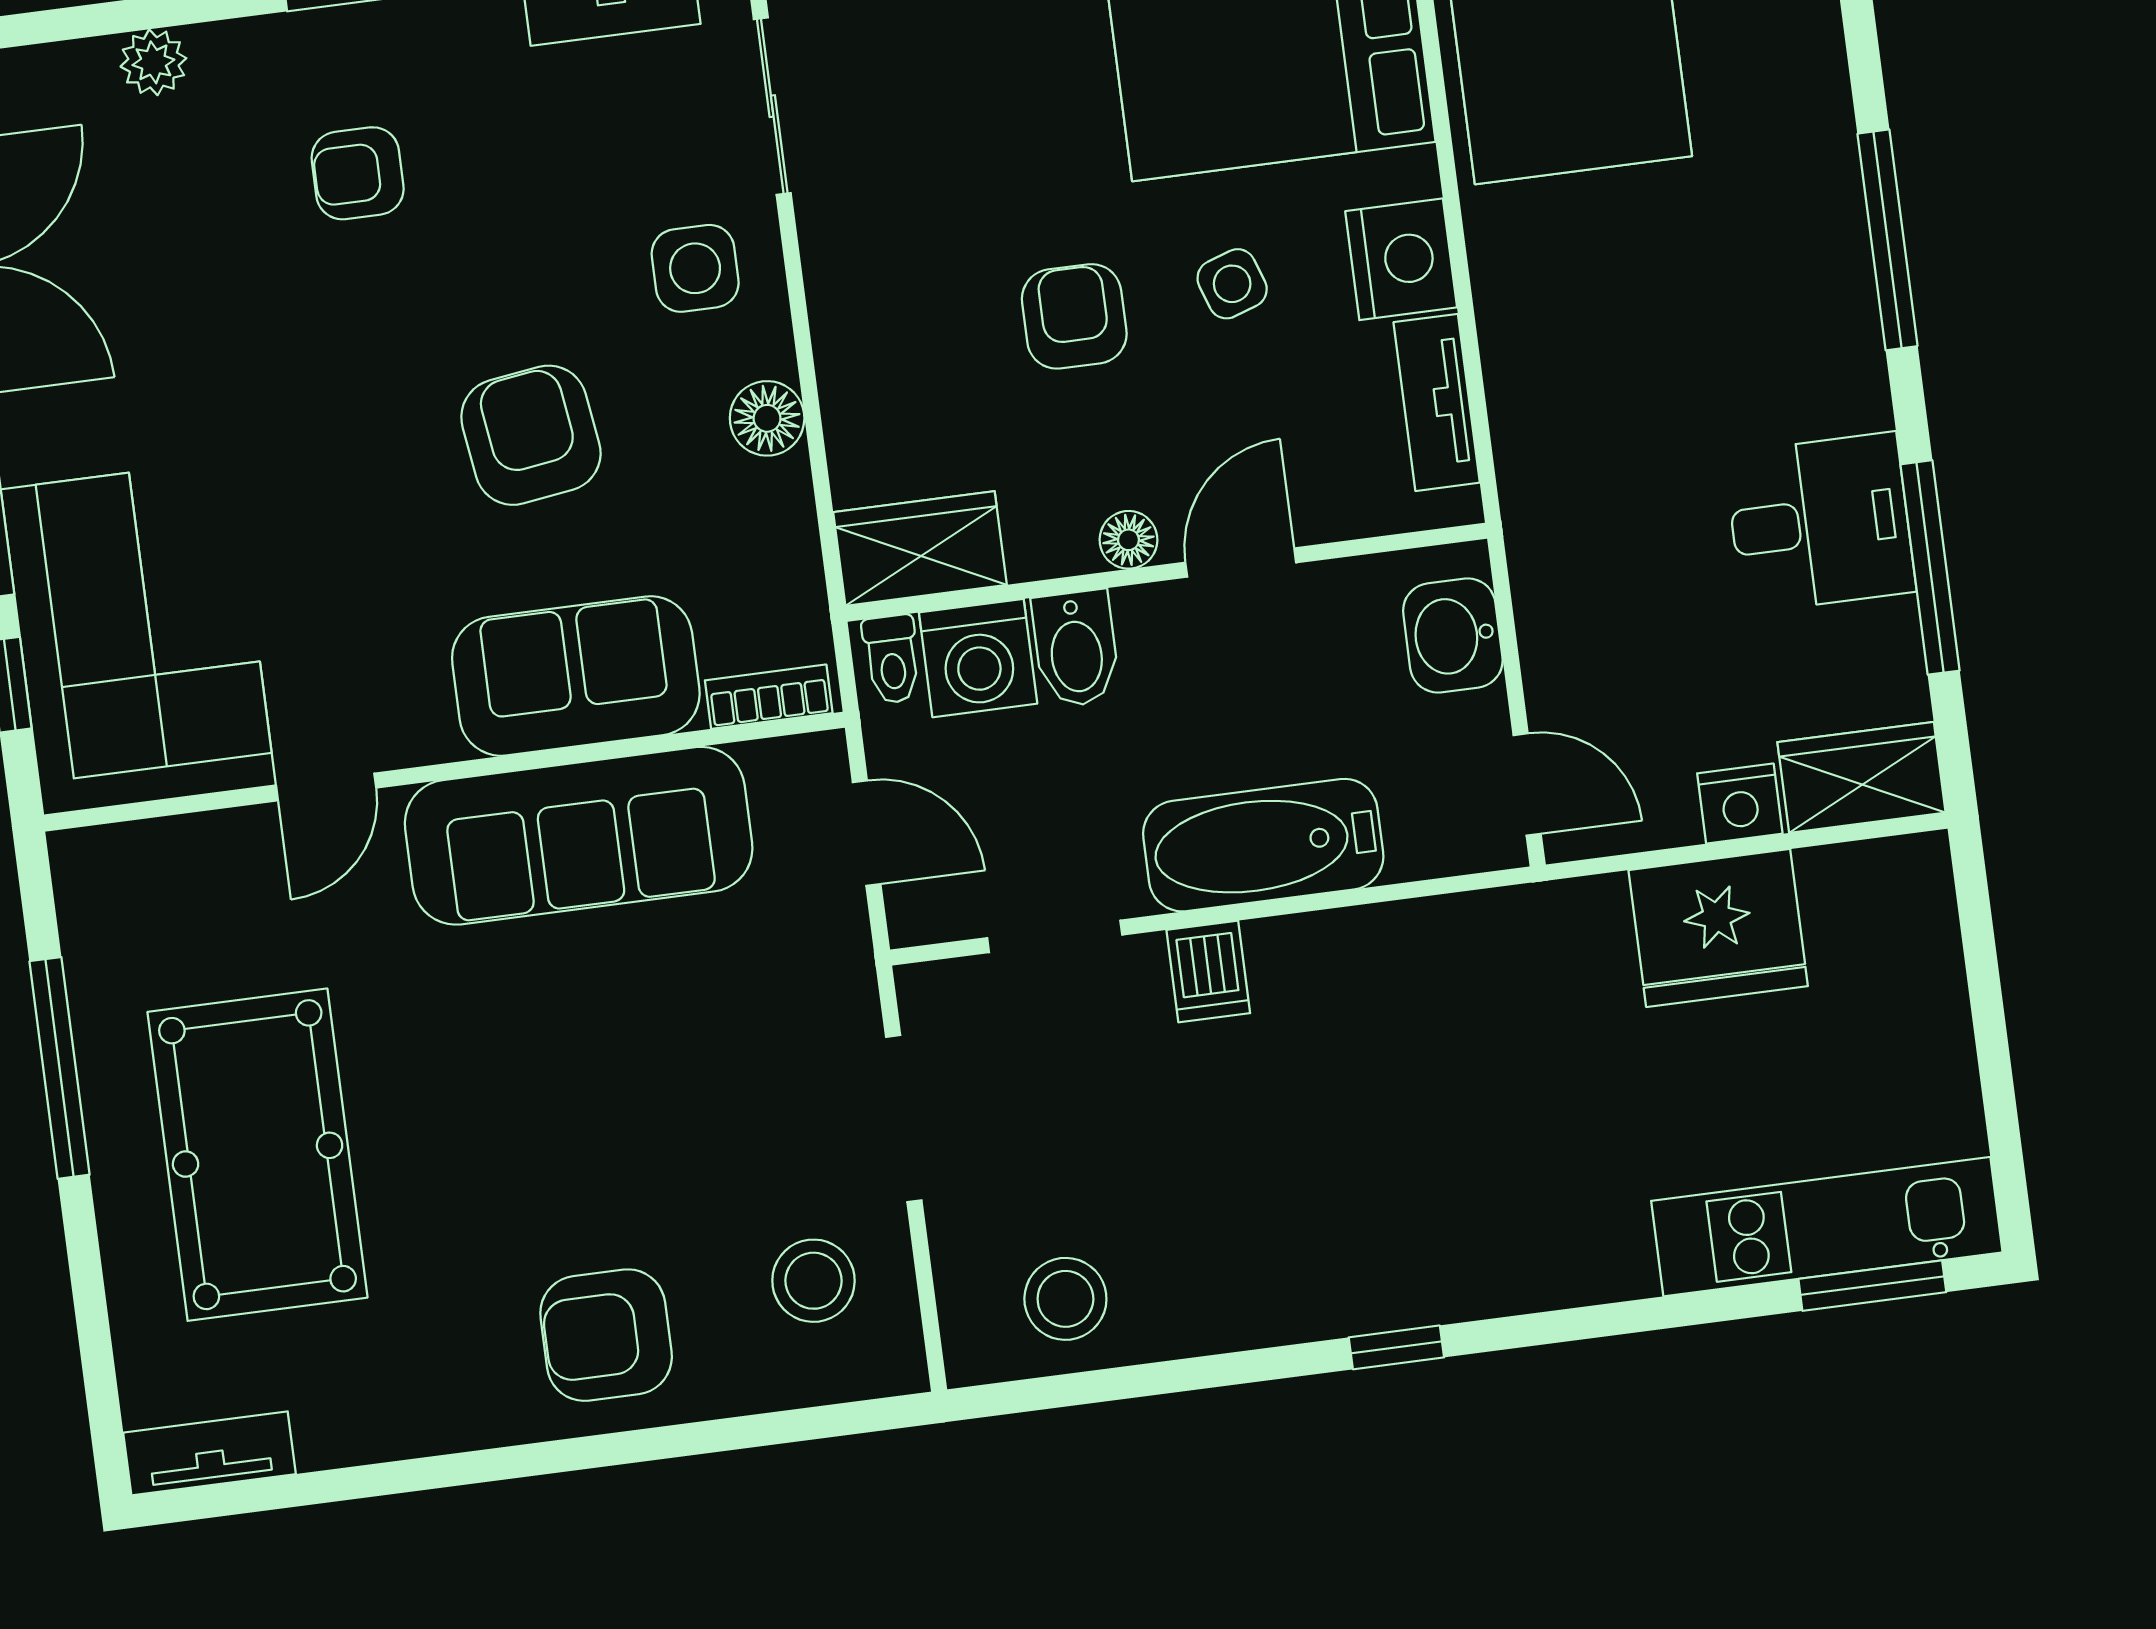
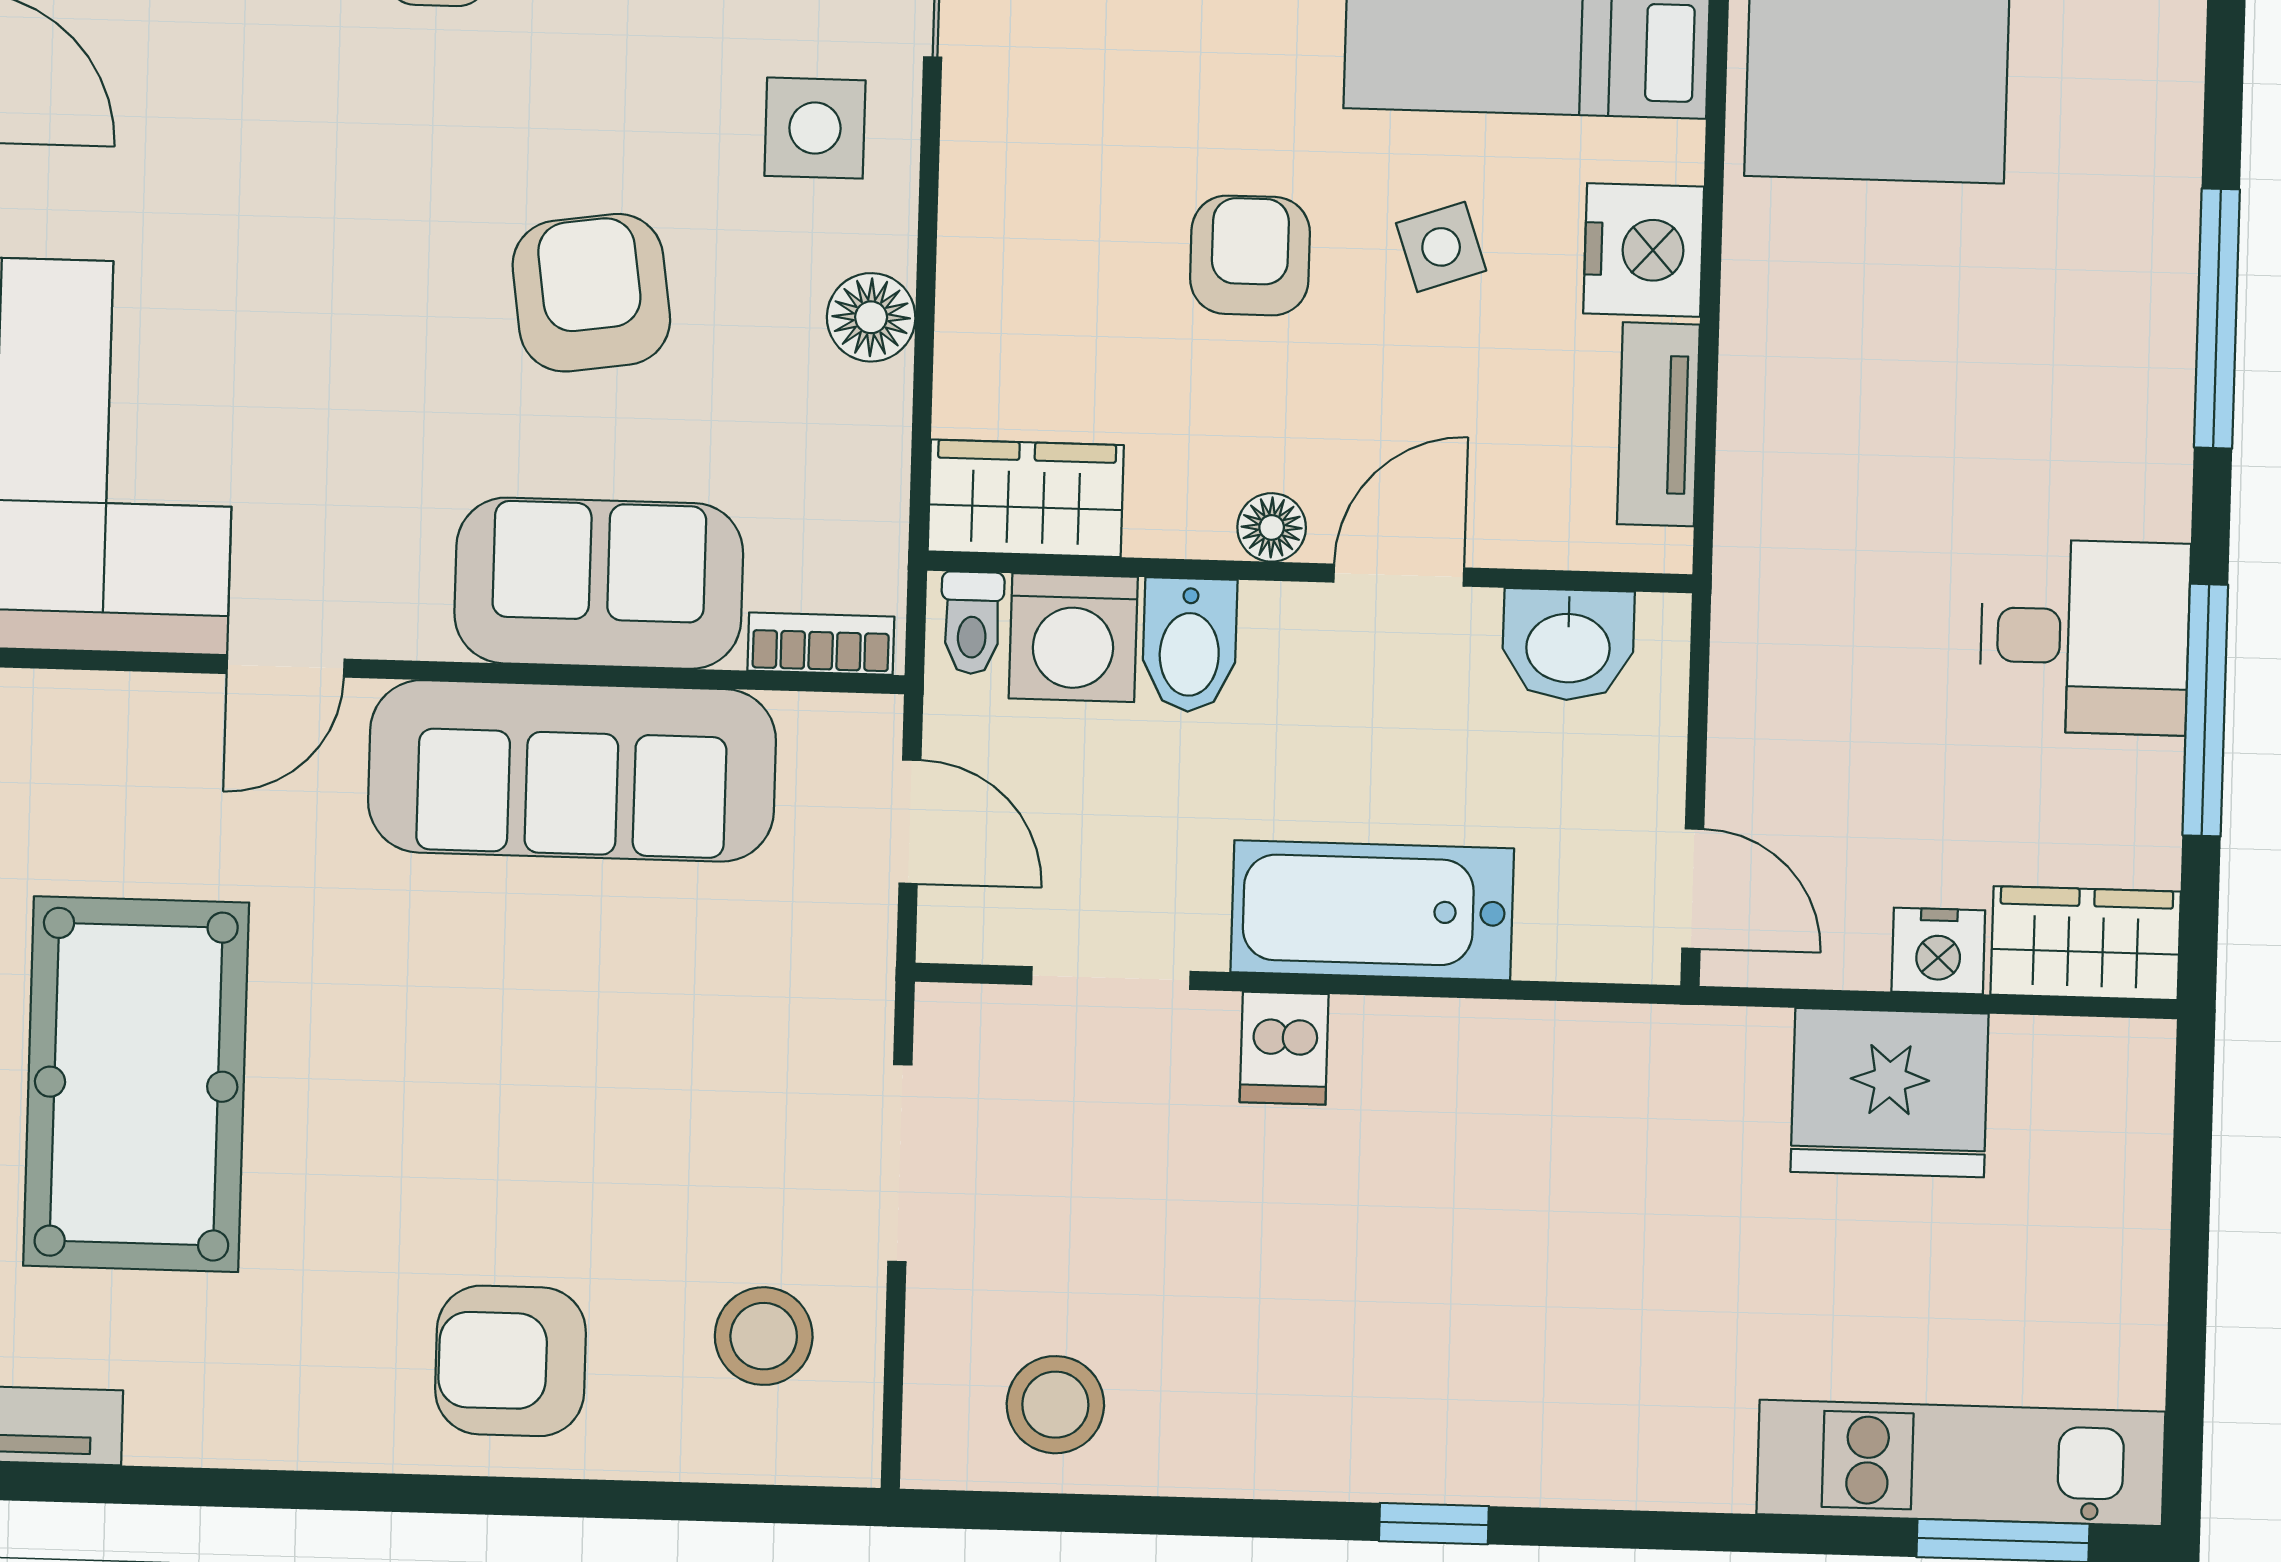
washbasin: (1453, 635) -> (1568, 645), moved, turned -90

